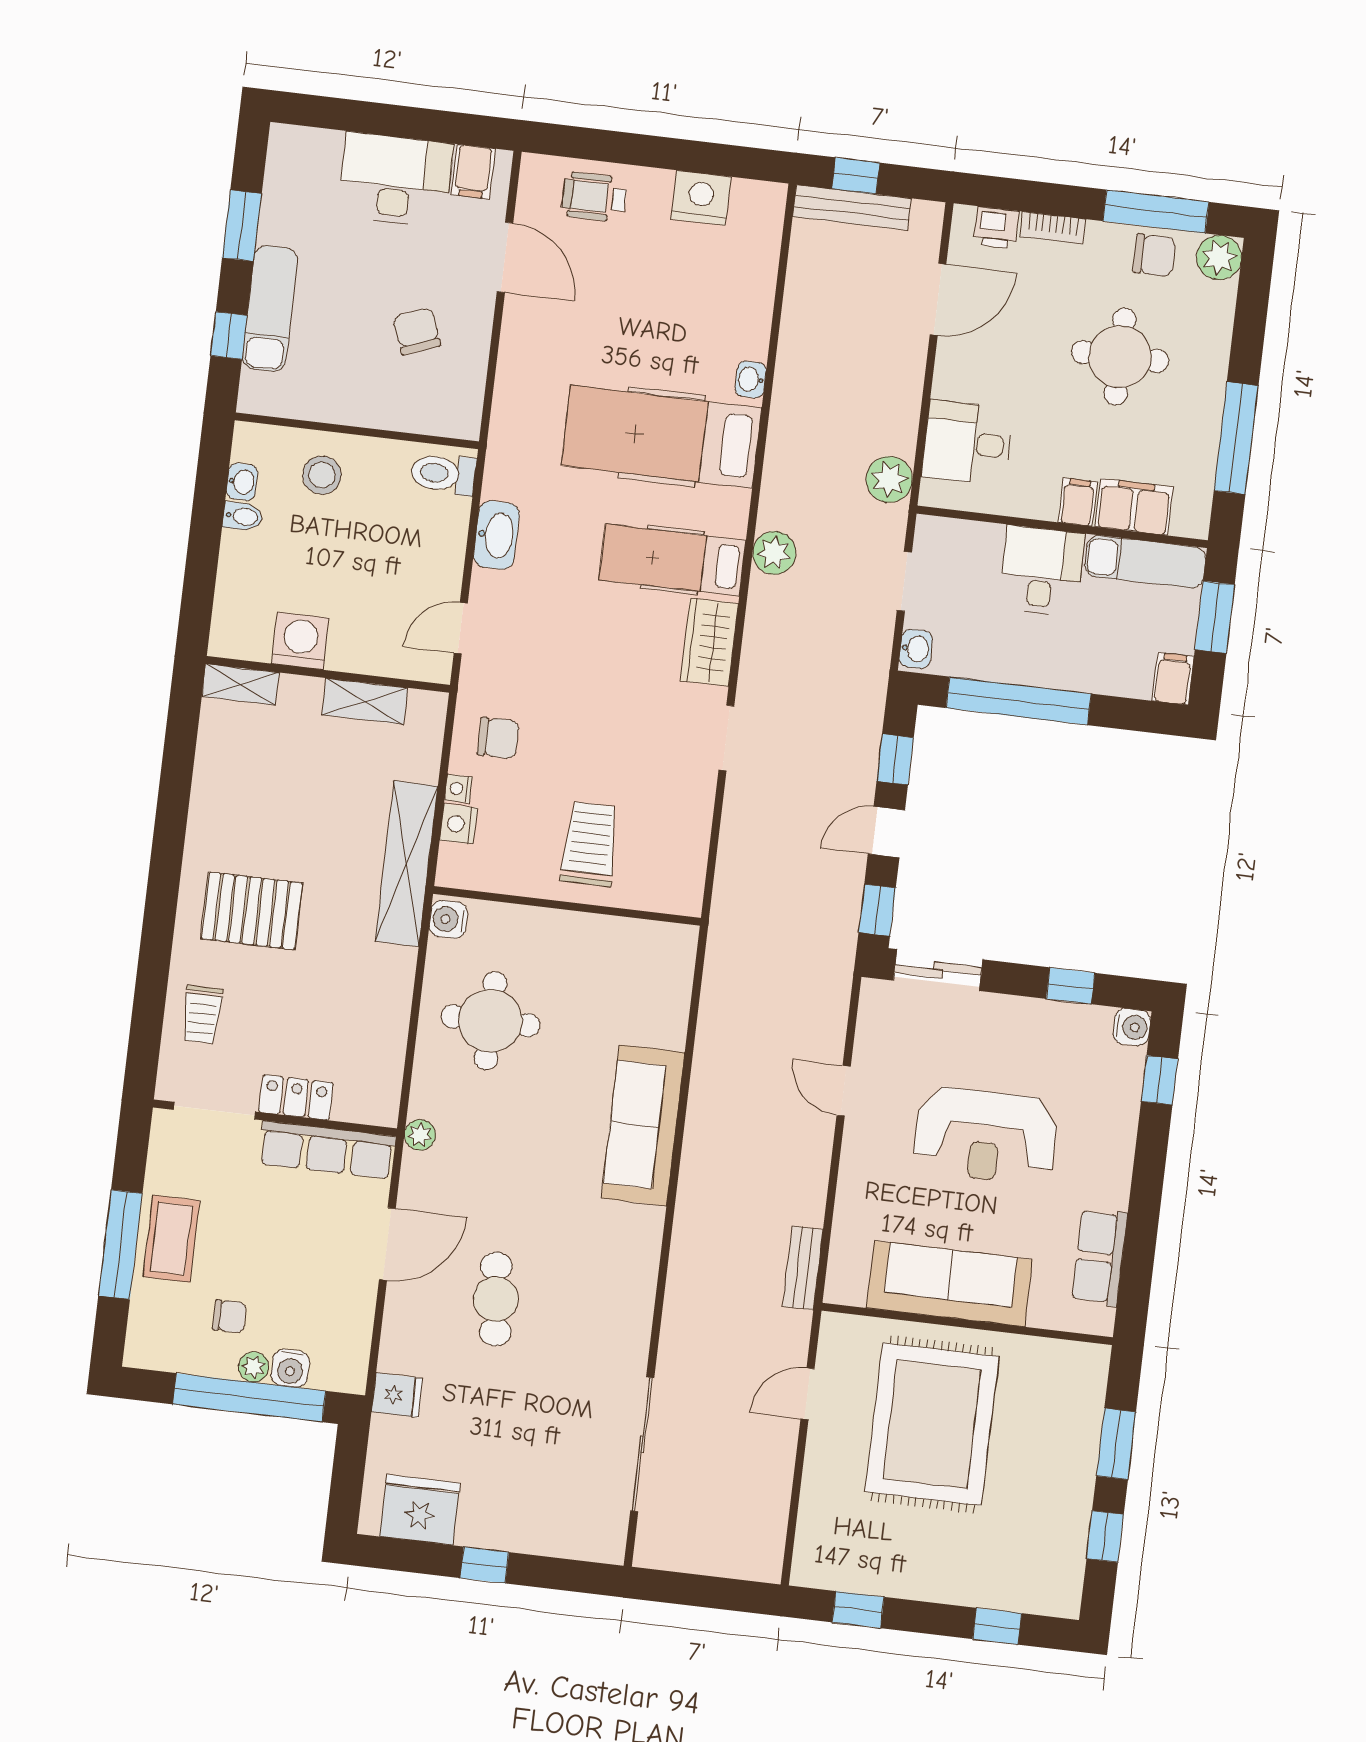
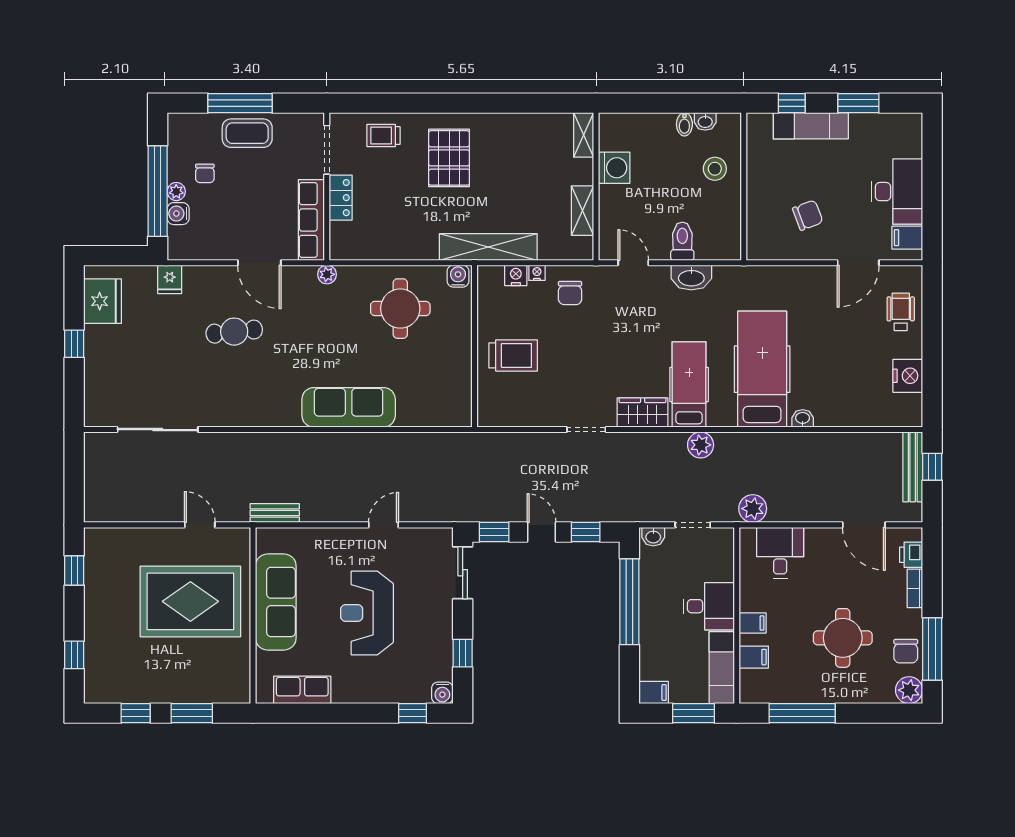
toilet: (443, 474) -> (682, 241), moved
filing cabinet: (1134, 507) -> (754, 657), width x0.50

